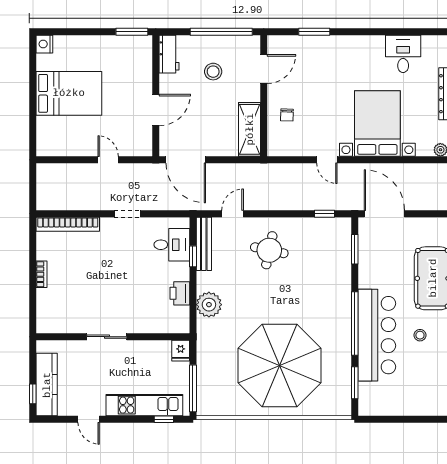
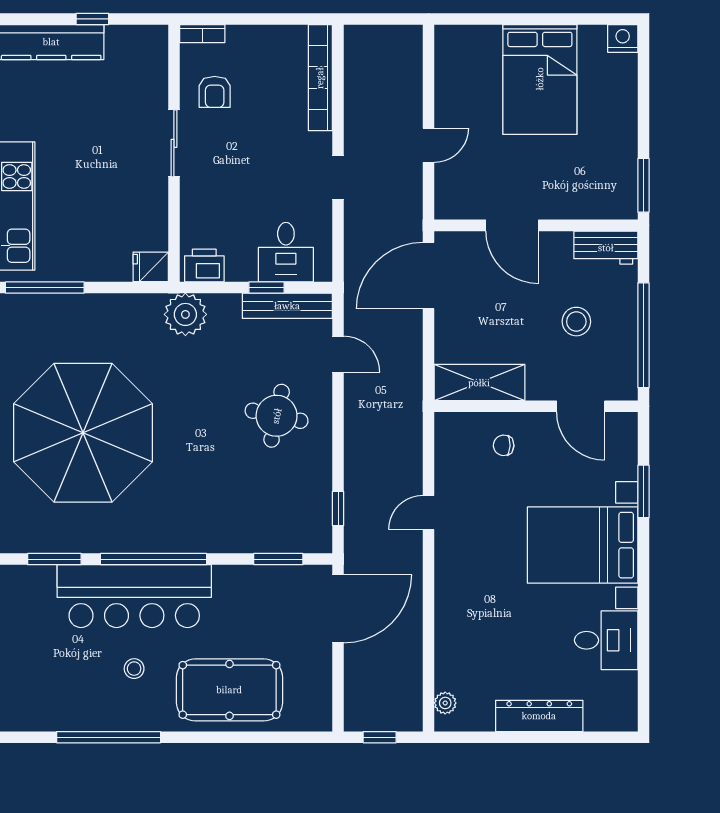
bed with nightstands: (377, 123) -> (583, 545), moved, turned 180
bookcase: (42, 274) -> (202, 34), moved
armchair: (76, 287) -> (215, 92), added
sliding door: (107, 337) -> (174, 143), moved
wall: (113, 337) -> (174, 153), moved
fridge: (181, 351) -> (151, 267), moved
window: (33, 394) -> (92, 19), moved

